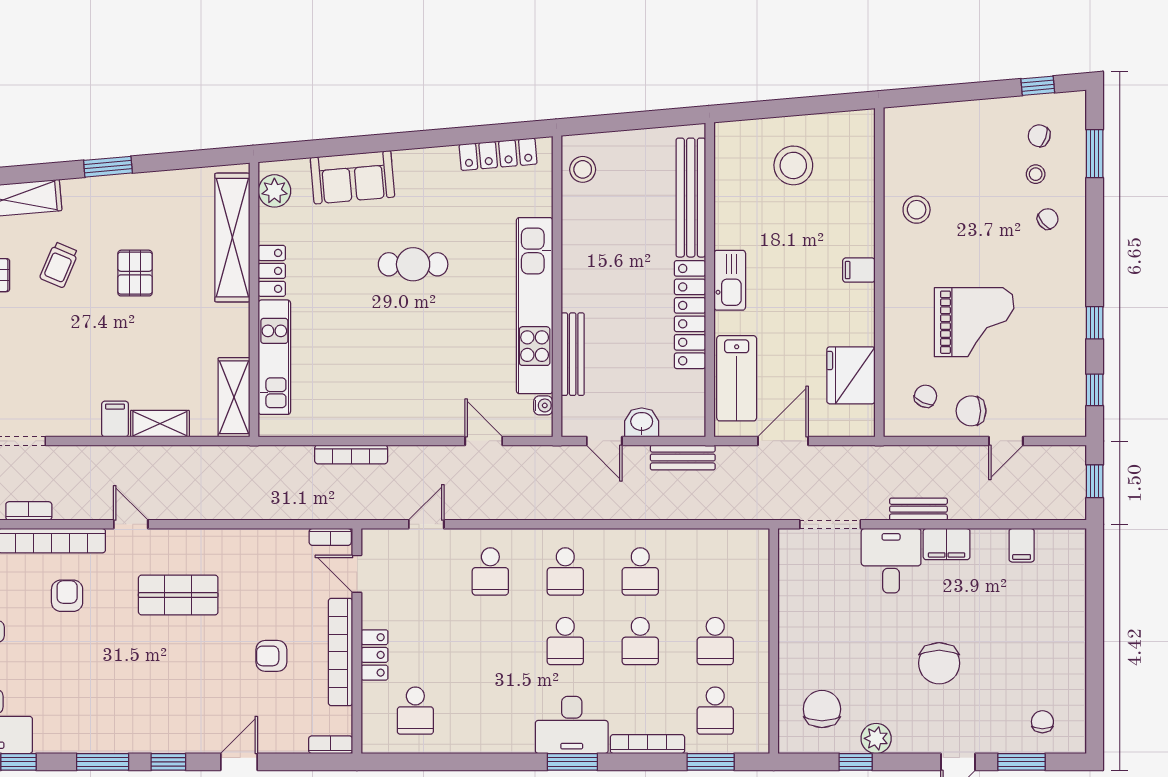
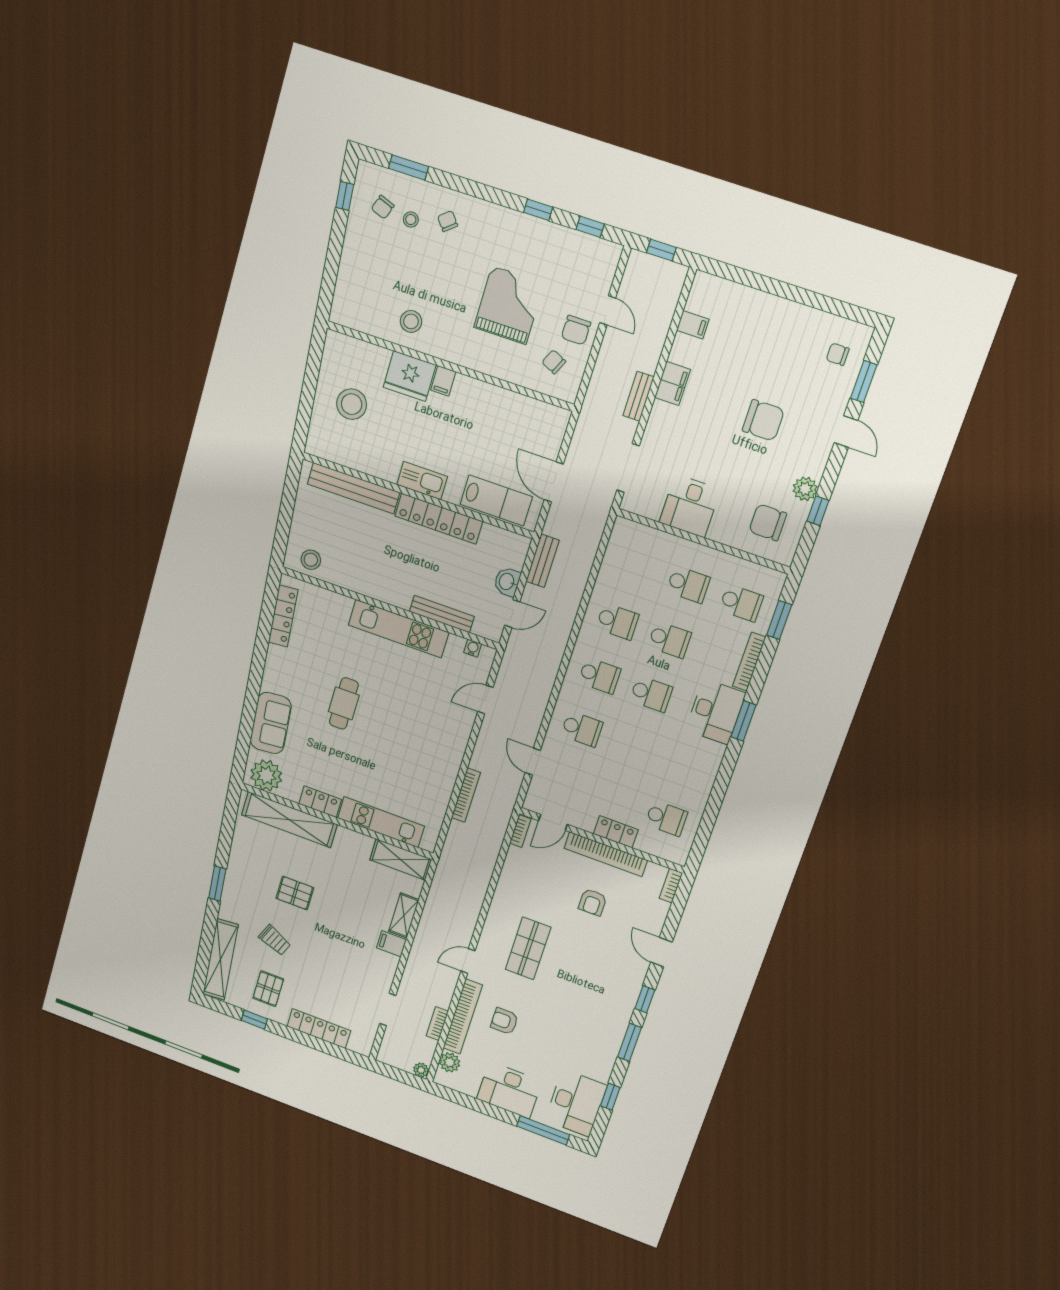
plant: (274, 191) -> (266, 775), width x1.36, depth x1.36
kitchen unit: (535, 306) -> (399, 629), width x0.73
fridge: (851, 375) -> (410, 376), moved
desk: (891, 561) -> (690, 506), moved, turned -90

